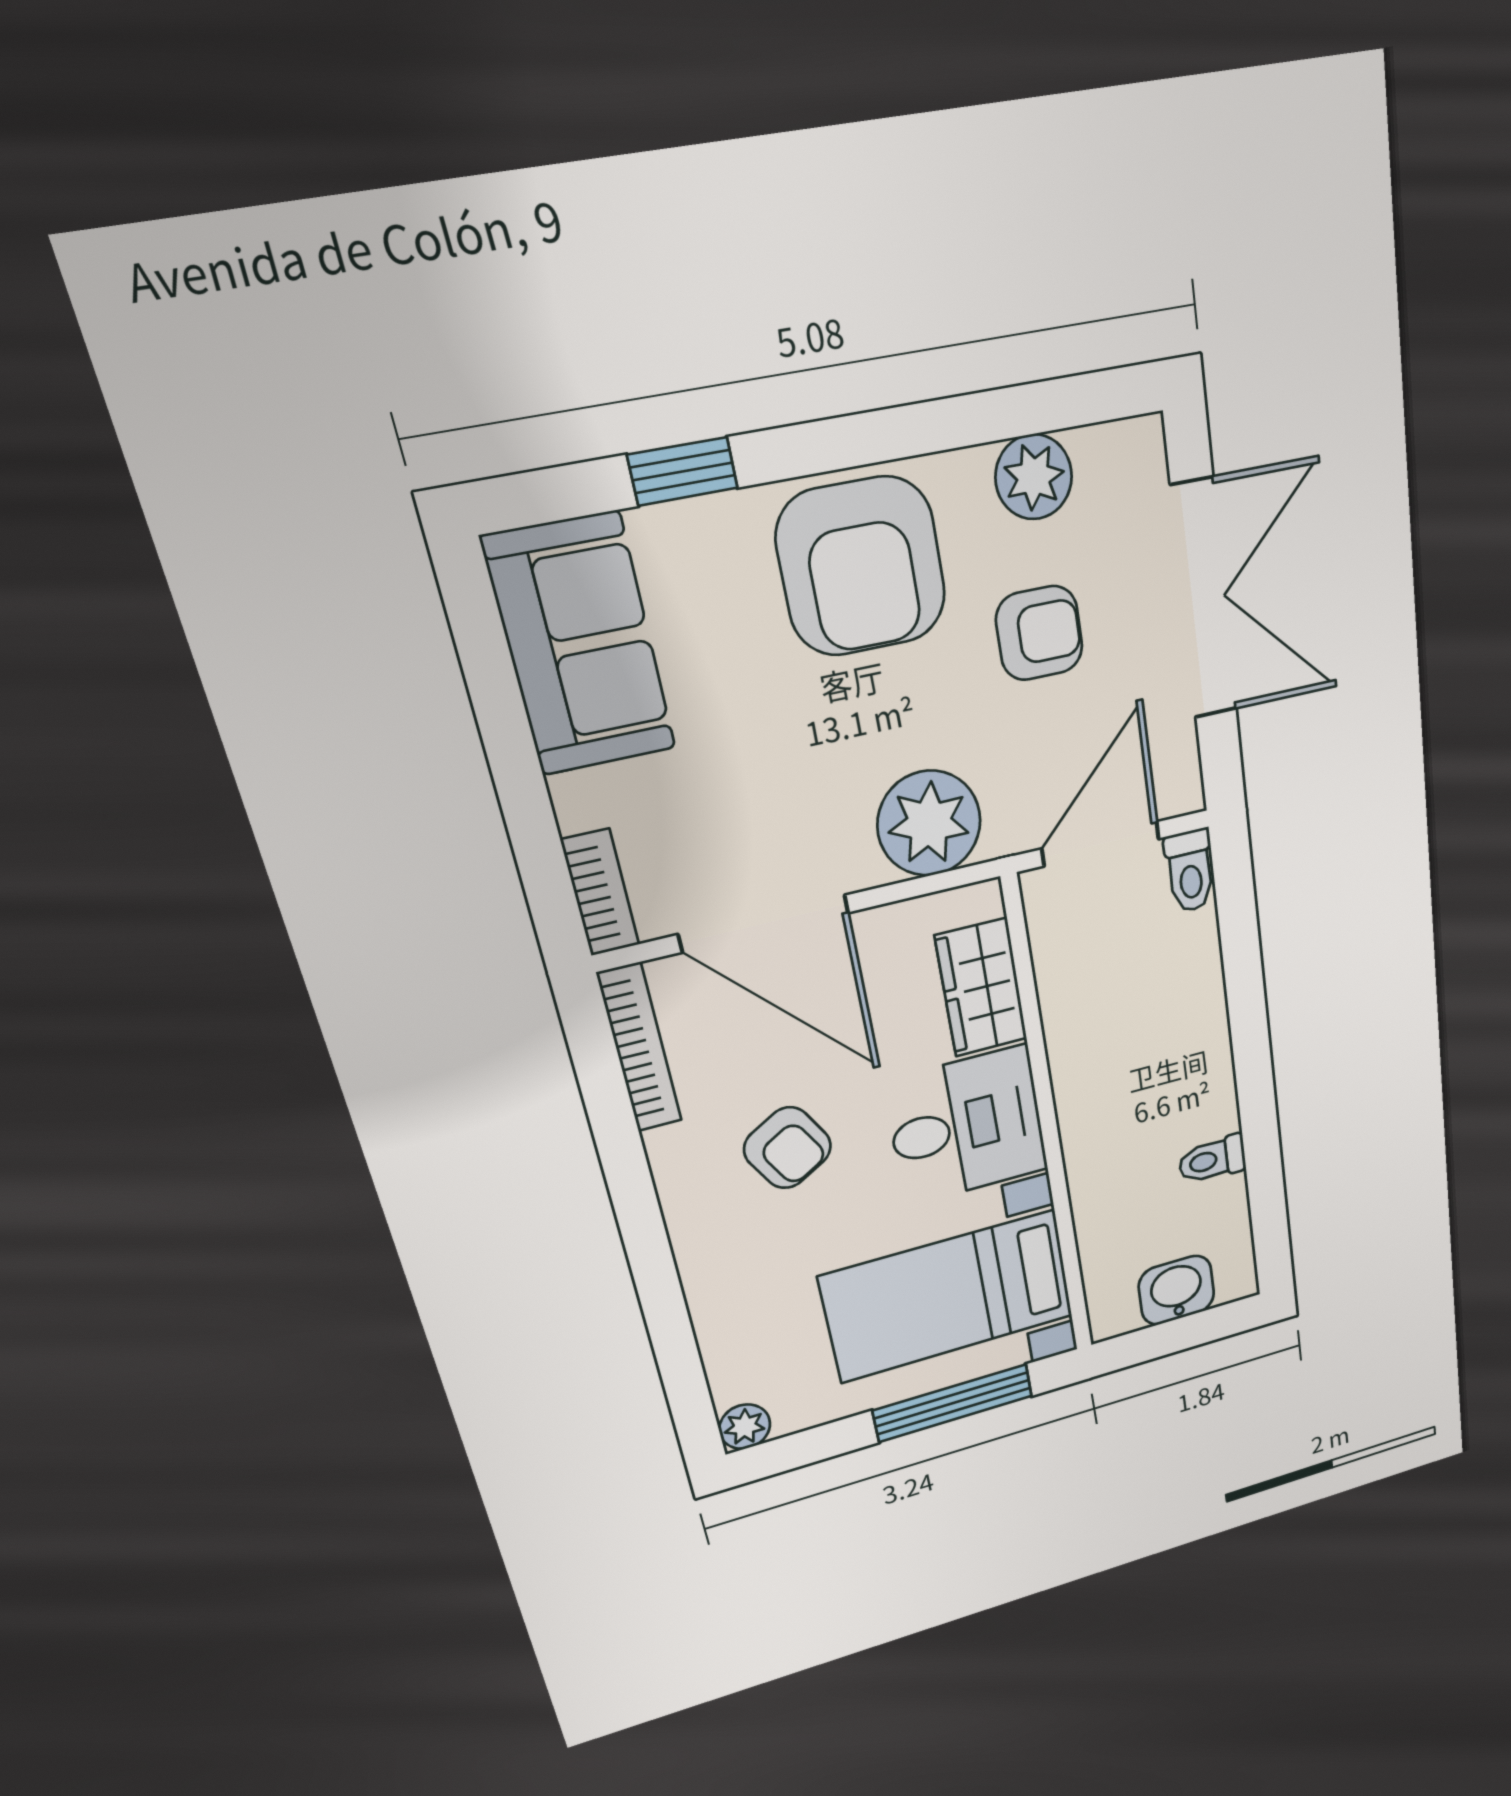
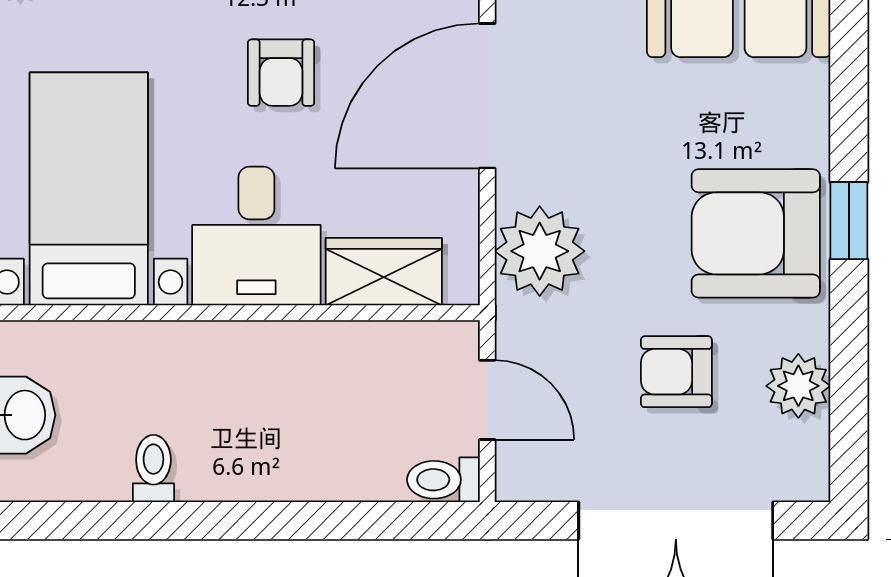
window: (683, 471) -> (849, 221), moved
armchair: (1039, 633) -> (676, 372), turned 90
door: (1101, 844) -> (487, 400), width x0.73
armchair: (788, 1148) -> (281, 73), turned -60

